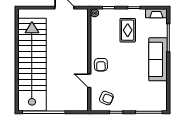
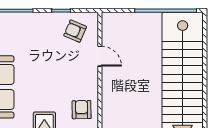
armchair: (101, 65) -> (82, 110), moved

